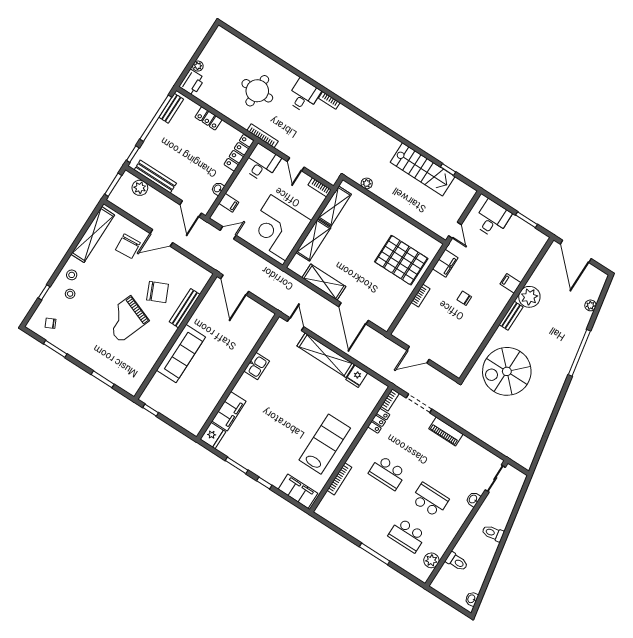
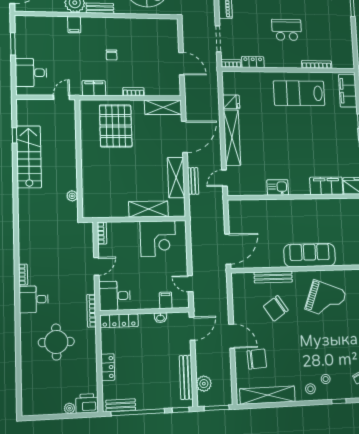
shelving: (335, 206) -> (163, 107), moved
corner desk: (278, 228) -> (158, 239), width x0.74, depth x0.74
chair: (158, 292) -> (276, 308), turned -100
bench: (311, 295) -> (193, 181), added
grand piano: (125, 319) -> (326, 300), moved
school desk: (388, 473) -> (287, 30), turned -90

